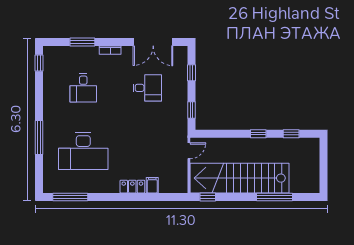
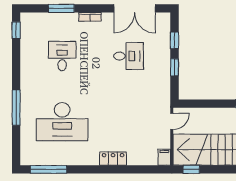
desk: (83, 88) -> (62, 56), turned 180
window: (192, 110) -> (174, 67), moved
filing cabinet: (152, 185) -> (164, 157), moved

